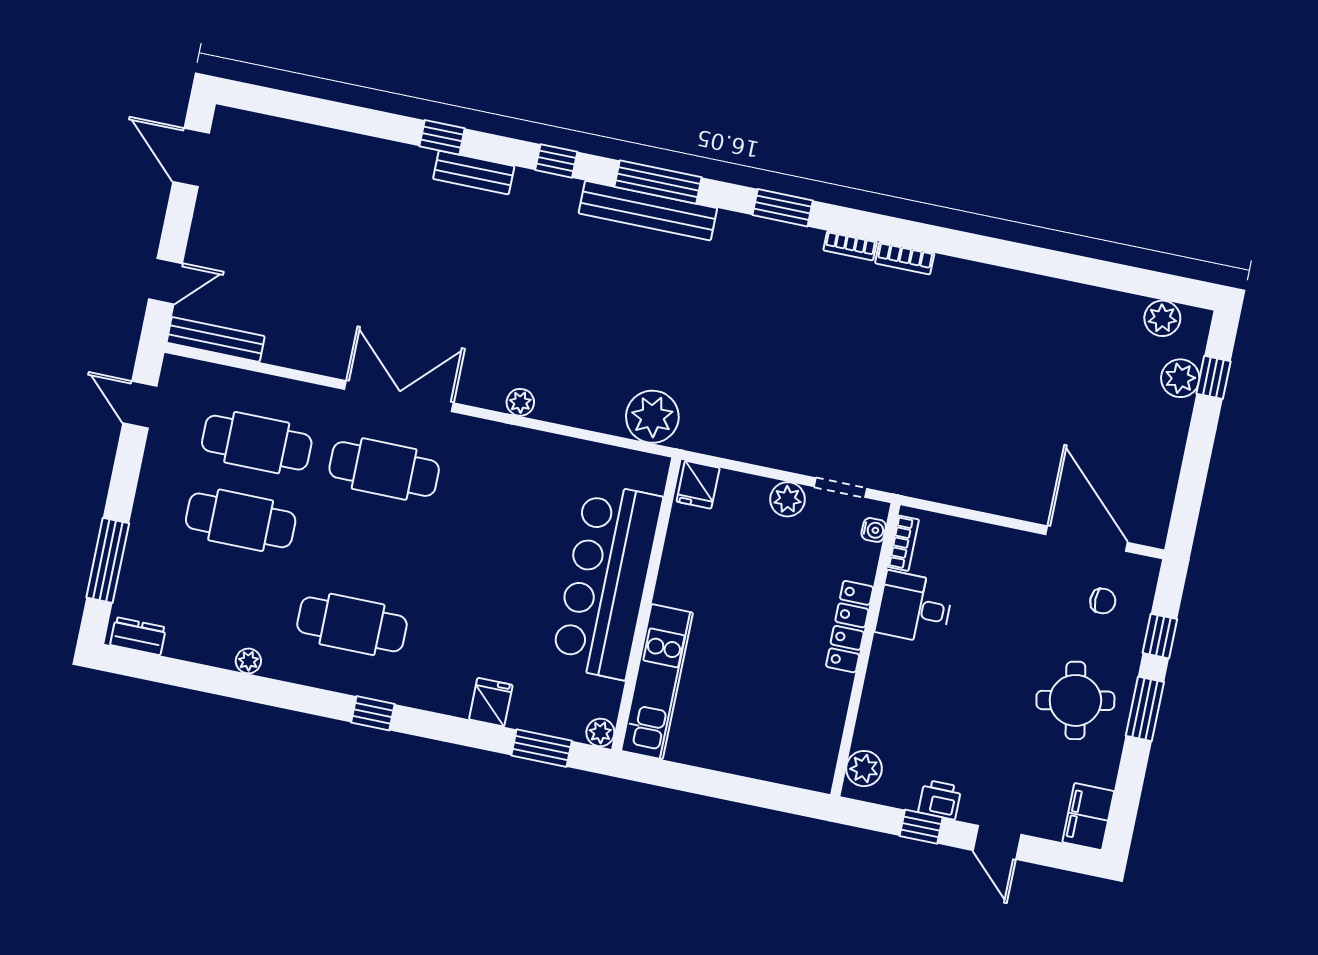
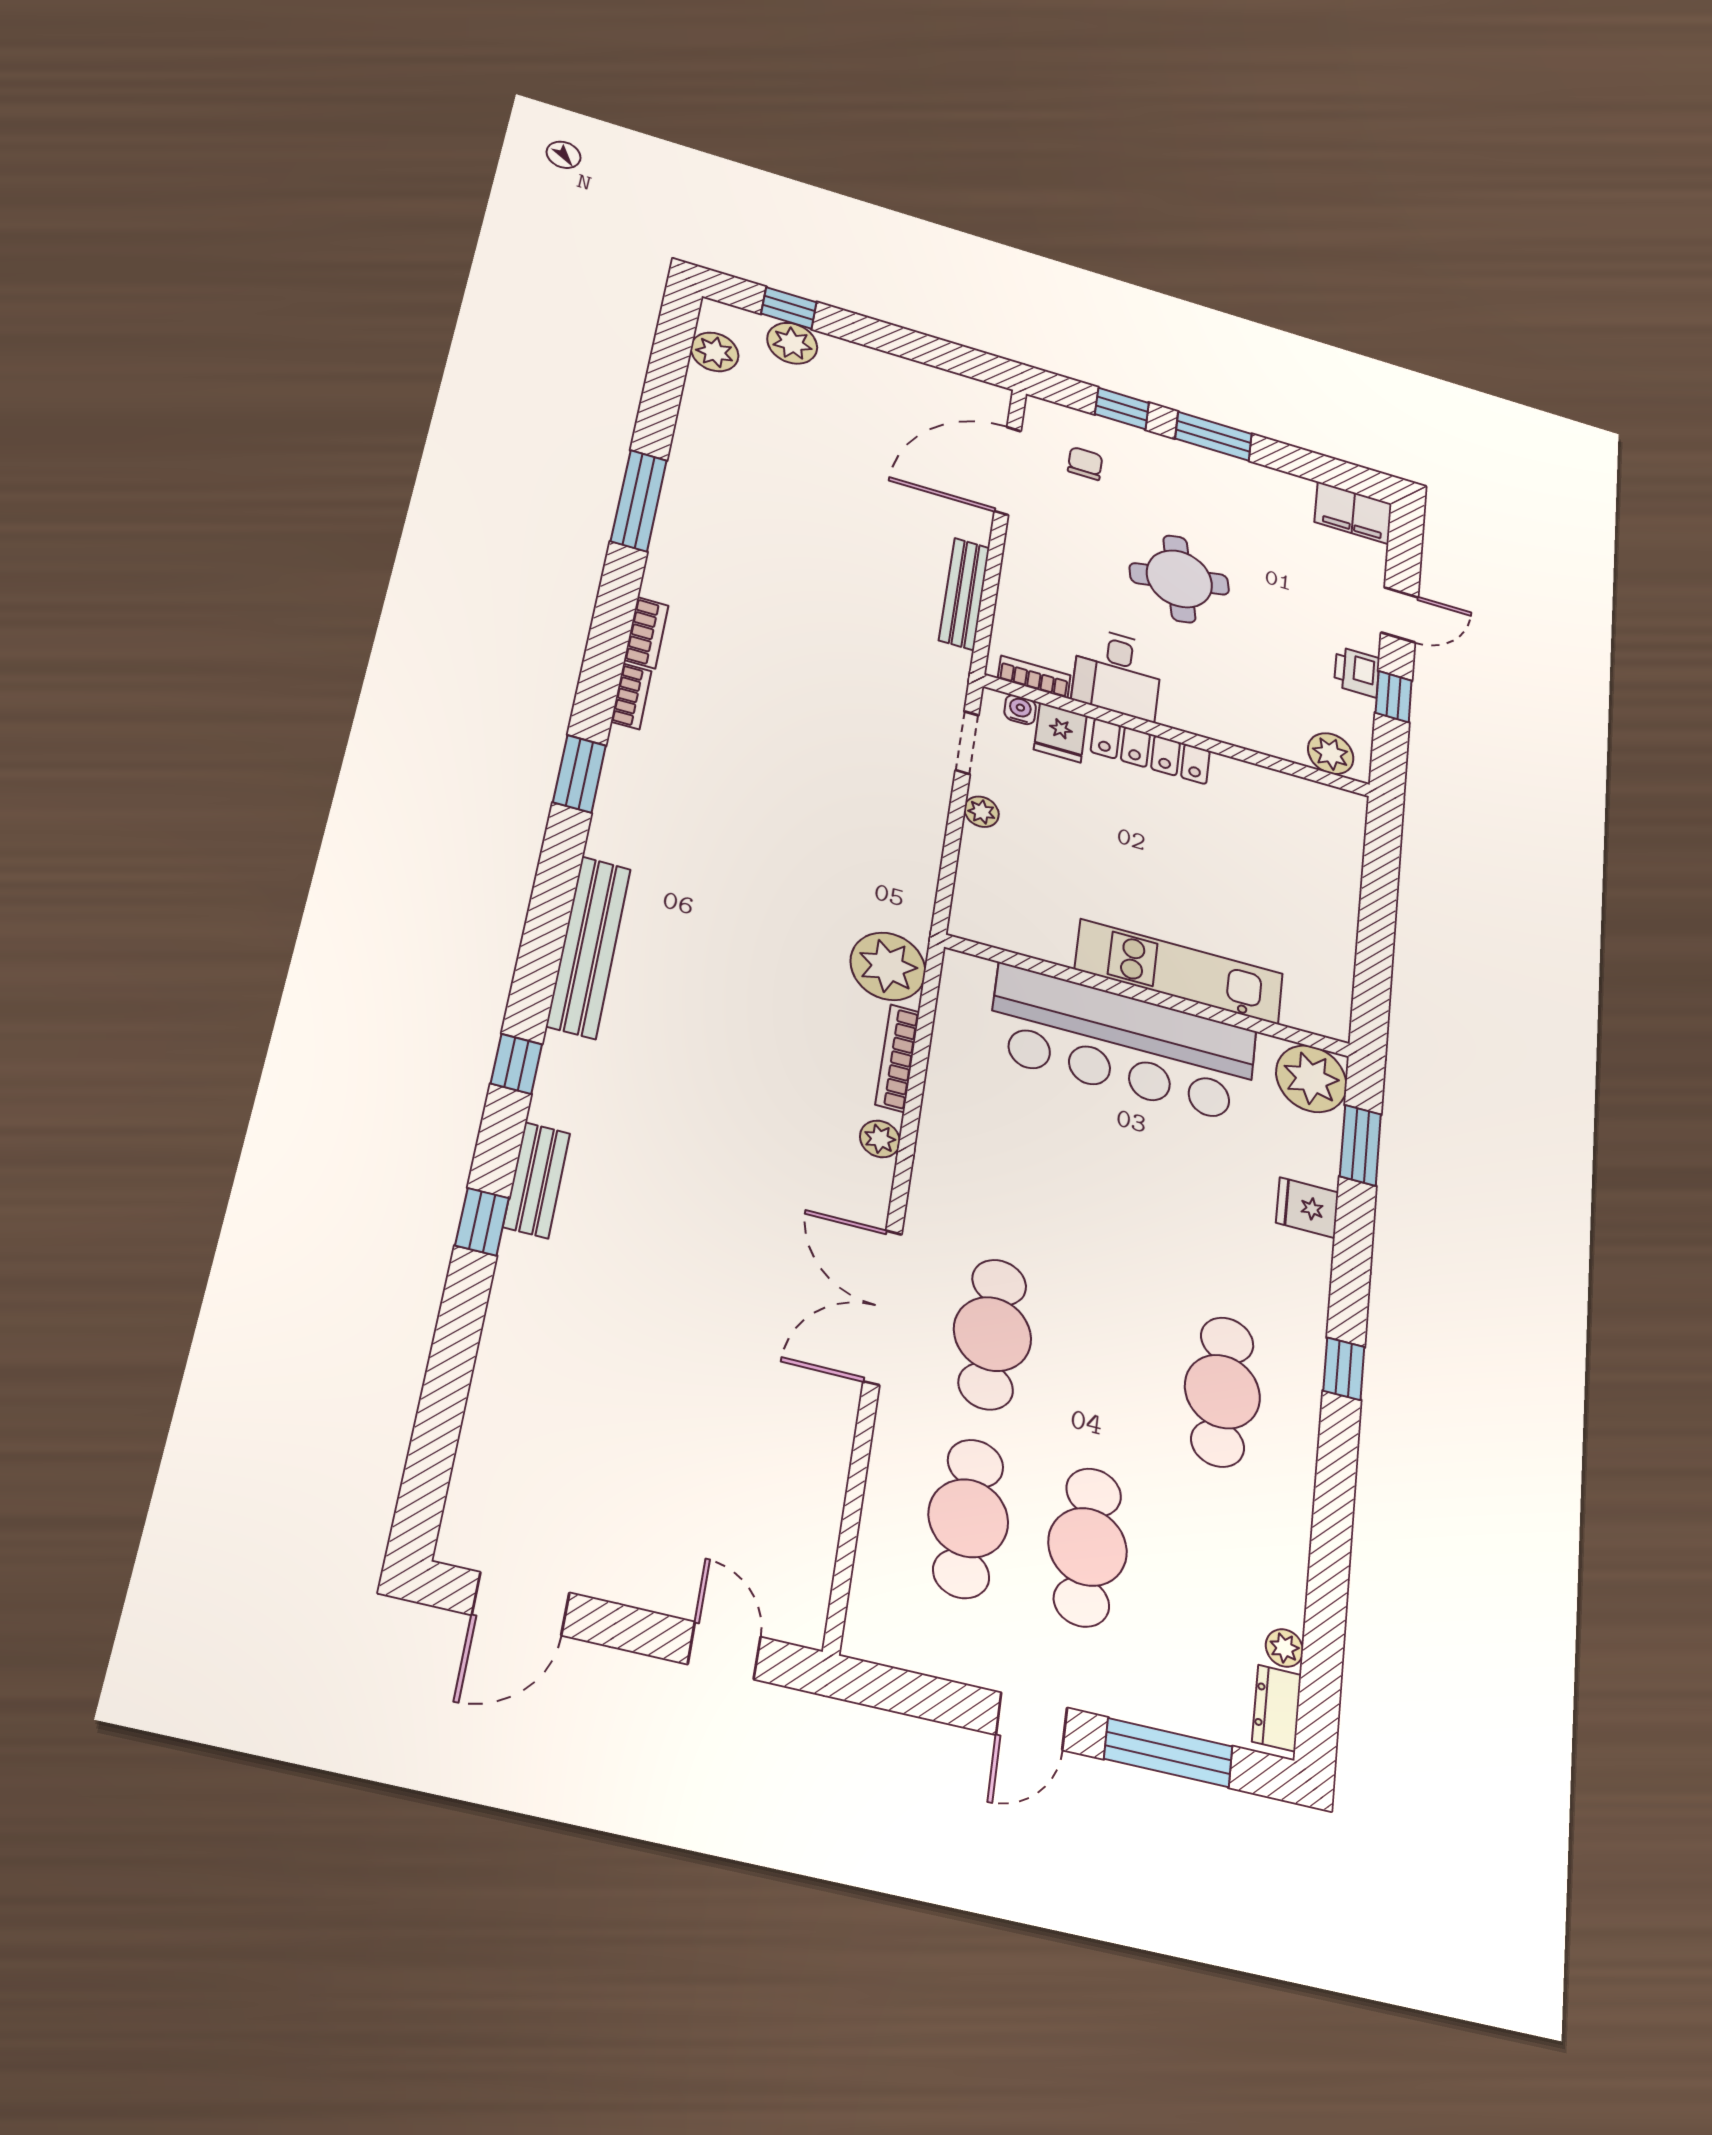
window: (658, 182) -> (639, 501), moved
bench: (216, 339) -> (964, 594), moved
door: (140, 405) -> (1032, 1721), moved
bookcase: (582, 419) -> (898, 1058), added
fridge: (698, 485) -> (1060, 732), moved, turned 90
plant: (787, 499) -> (982, 812), width x0.73, depth x0.73
plant: (248, 661) -> (1284, 1648), moved
kitchen unit: (657, 682) -> (1179, 972), moved
round table: (1075, 700) -> (1179, 579), moved
plant: (600, 732) -> (1311, 1079), width x1.87, depth x1.87

